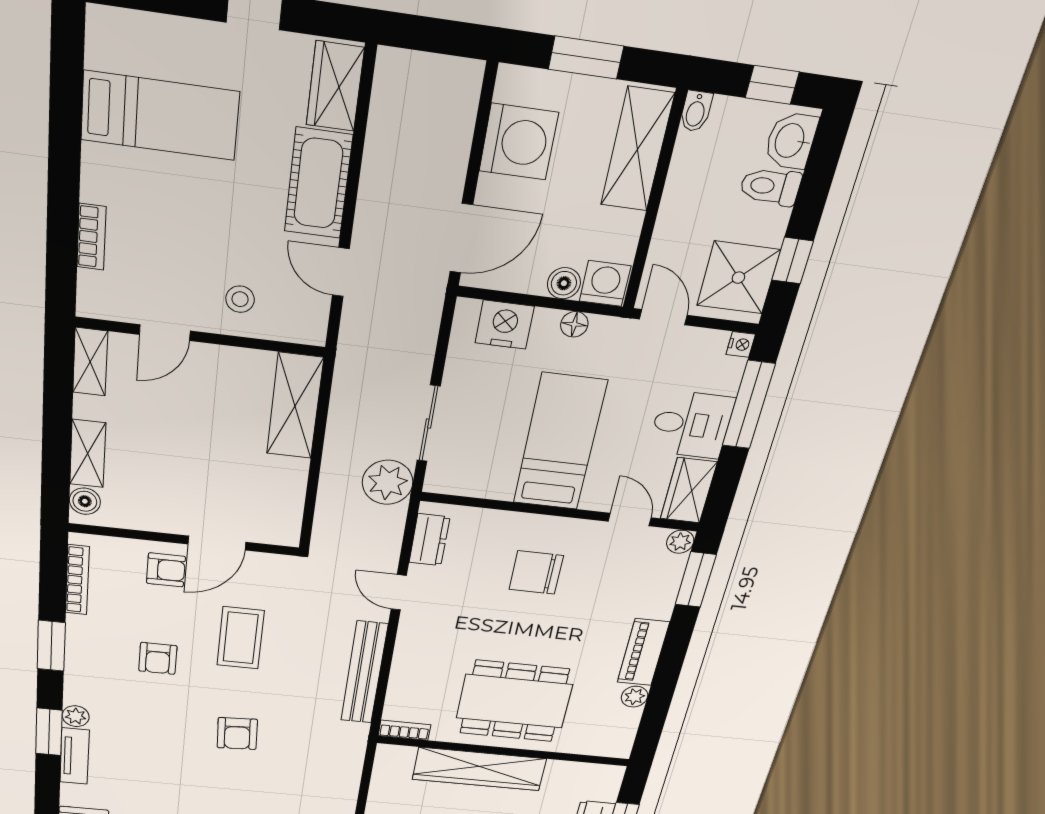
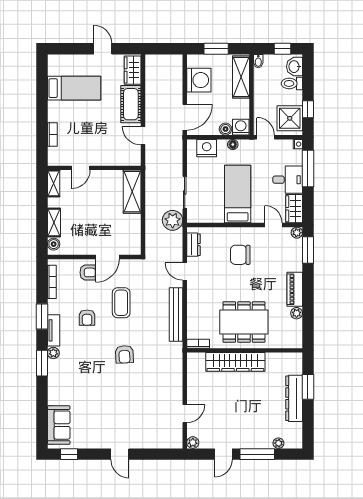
stool: (240, 299) -> (107, 151), removed
tv unit: (75, 756) -> (54, 330), moved

